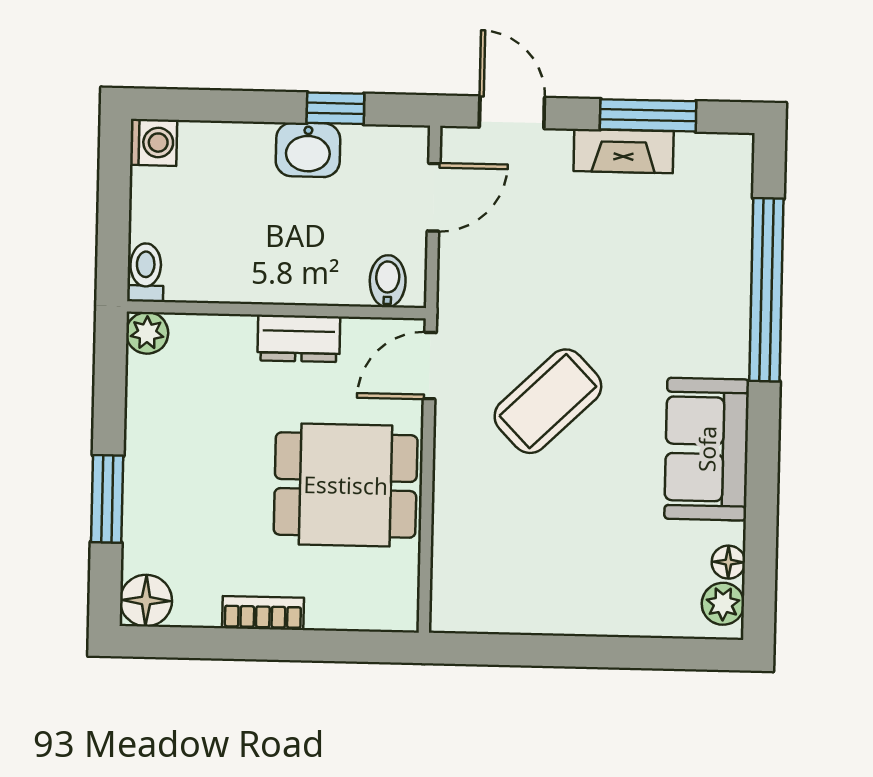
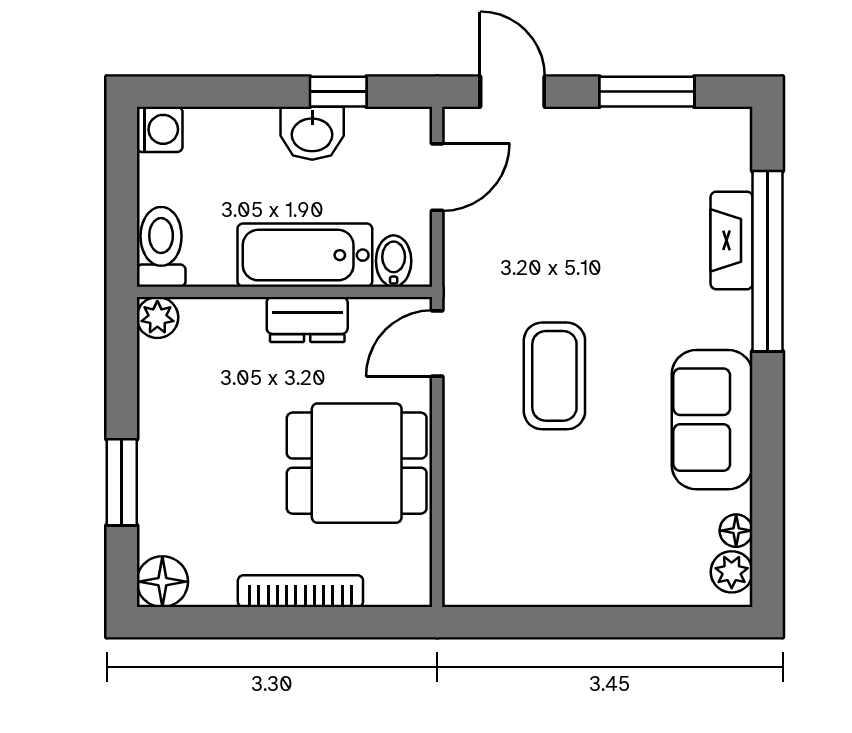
fireplace: (624, 151) -> (732, 240), moved, turned 90
toilet: (146, 273) -> (161, 247), width x1.37, depth x1.39
bathtub: (298, 273) -> (305, 255), added
coffee table: (548, 401) -> (554, 376), turned -46
bookcase: (263, 613) -> (300, 591), width x1.56

